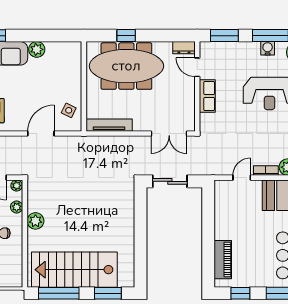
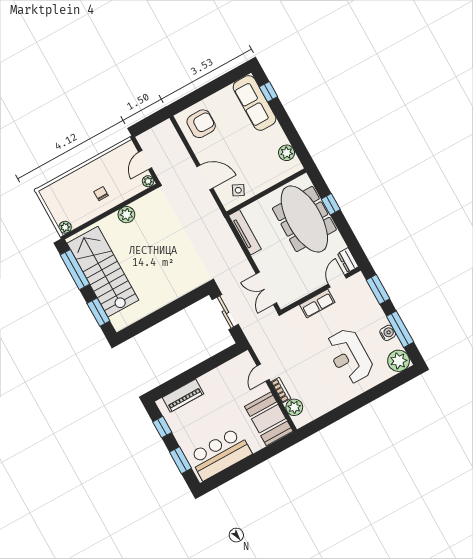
plant: (37, 49) -> (287, 153), moved
door: (242, 178) -> (263, 373), swing flipped
plant: (17, 207) -> (65, 227), moved

